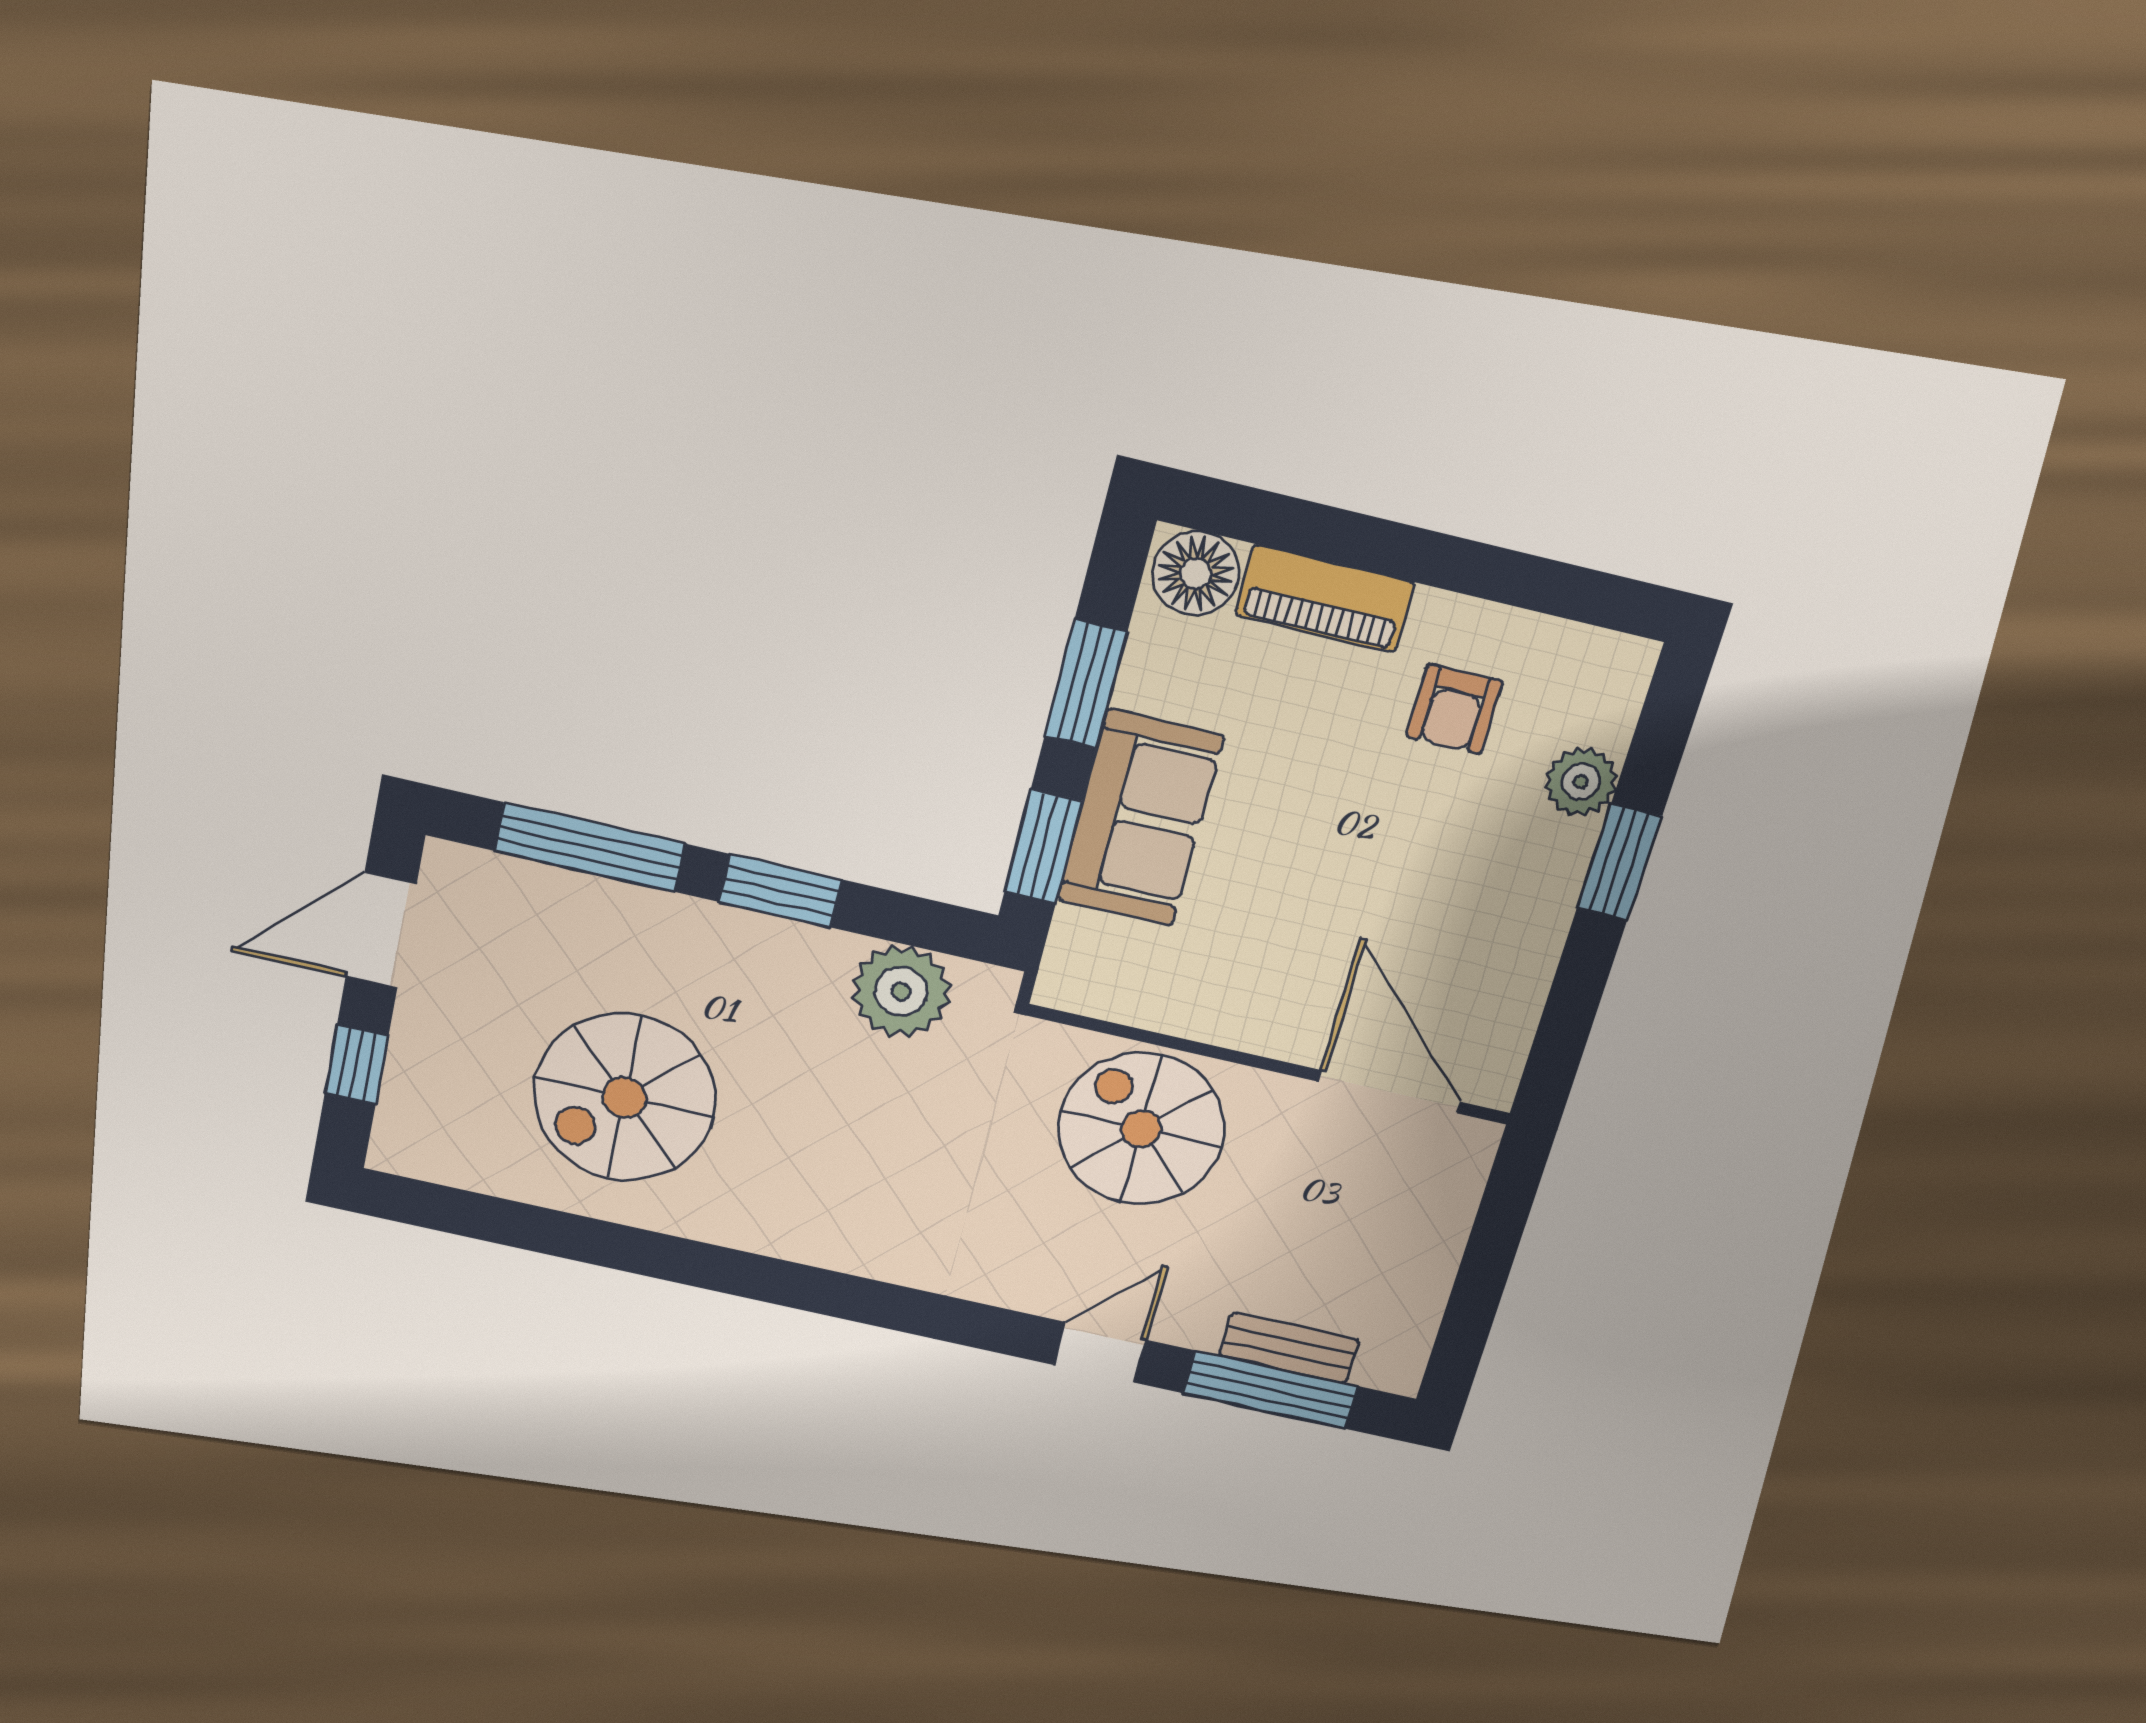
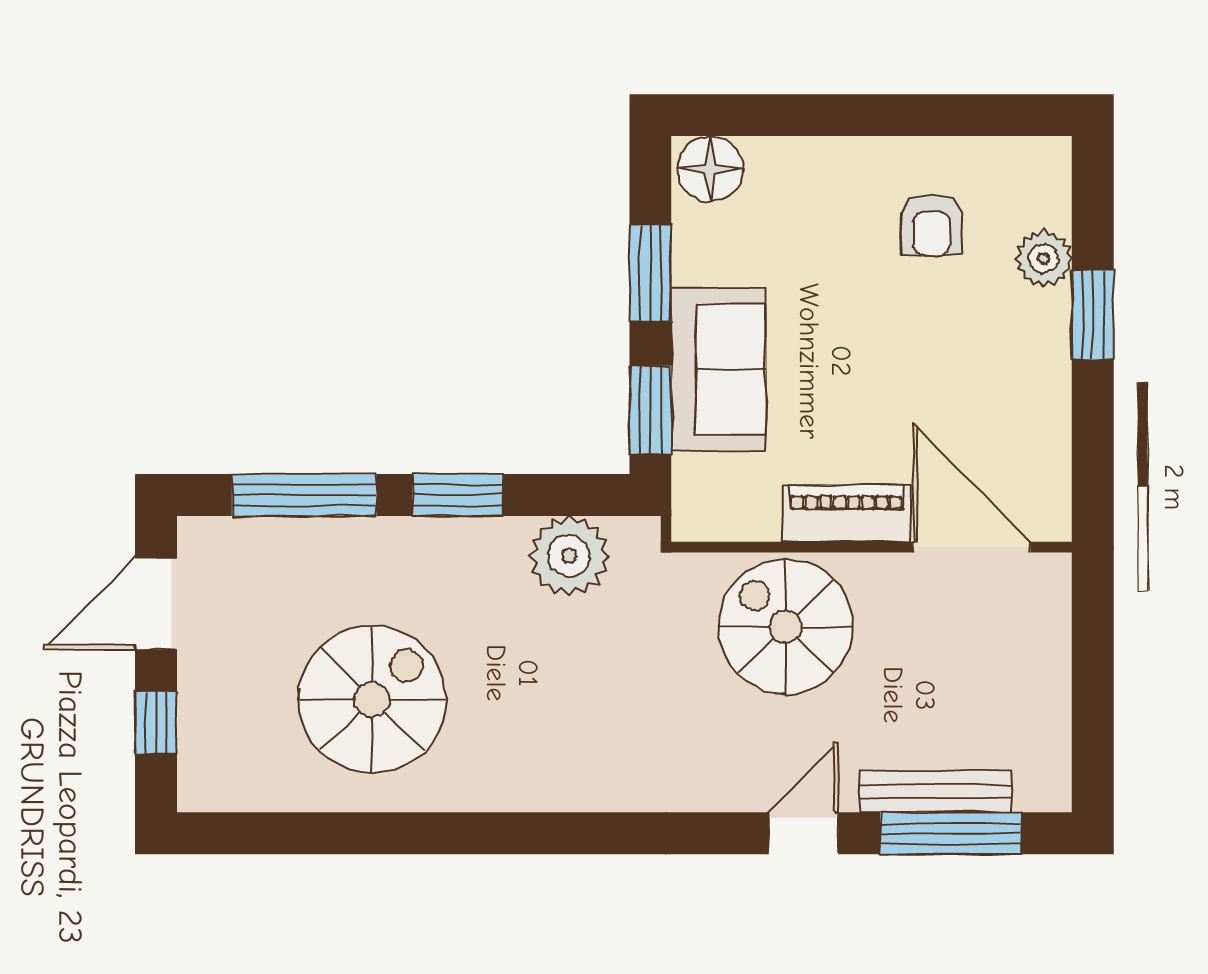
piano: (1325, 599) -> (847, 513), moved, turned 180
spiral stairs: (625, 1097) -> (372, 699), turned 180
bench: (1289, 1348) -> (936, 791), width x1.36

